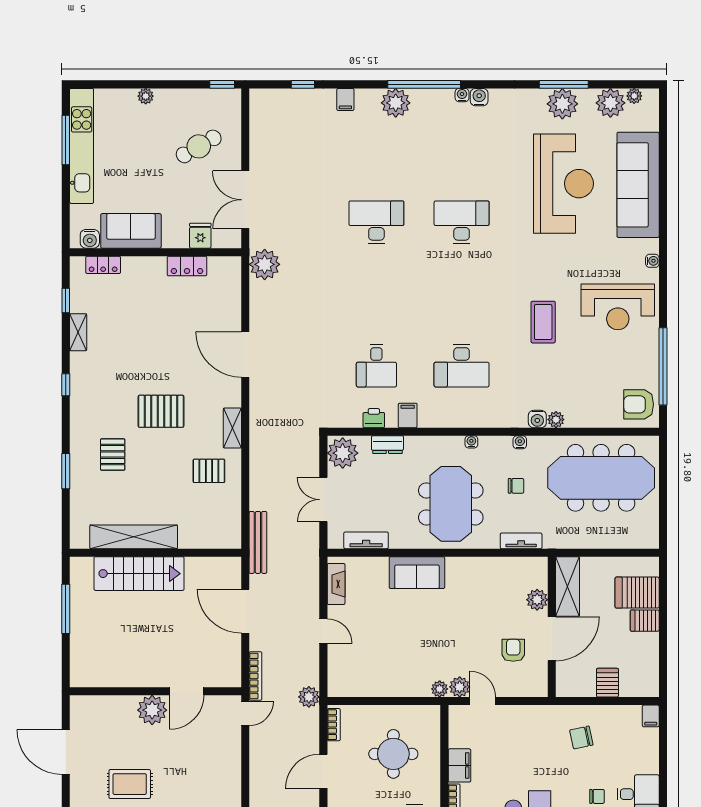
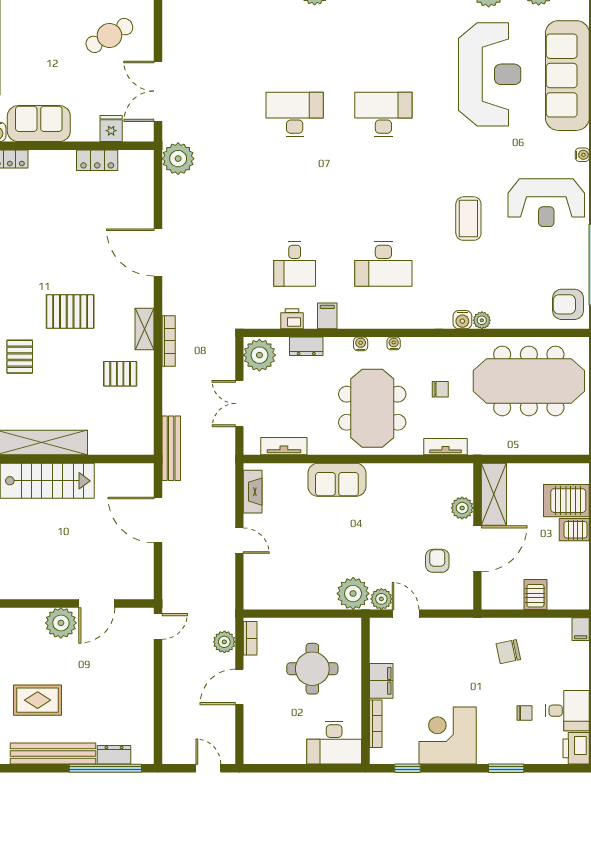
water cooler: (520, 442) -> (361, 344), moved
bookcase: (255, 676) -> (169, 341), moved
plant: (440, 689) -> (353, 594), width x1.88, depth x1.88
plant: (309, 697) -> (224, 642), moved

